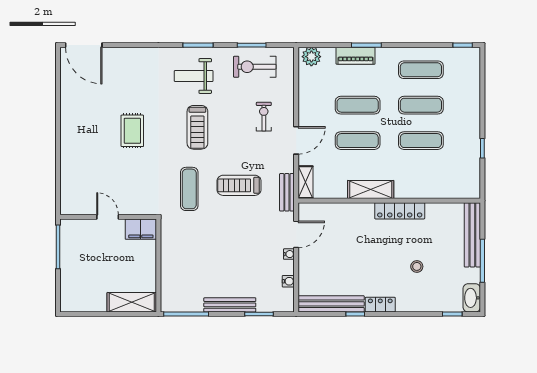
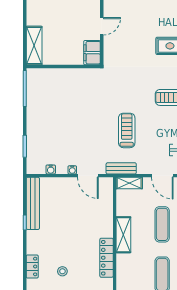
exercise mat: (189, 189) -> (124, 91), removed
bench: (230, 305) -> (32, 123), removed
locker: (380, 305) -> (32, 266), moved

